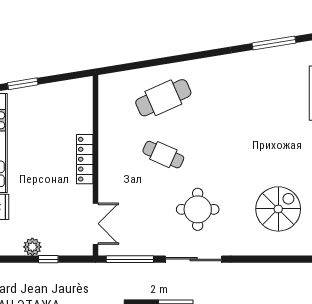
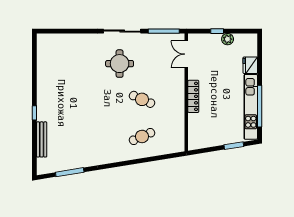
cafe table: (163, 98) -> (142, 136), width x0.73, depth x0.74
spiral stairs: (278, 209) -> (67, 64), removed

